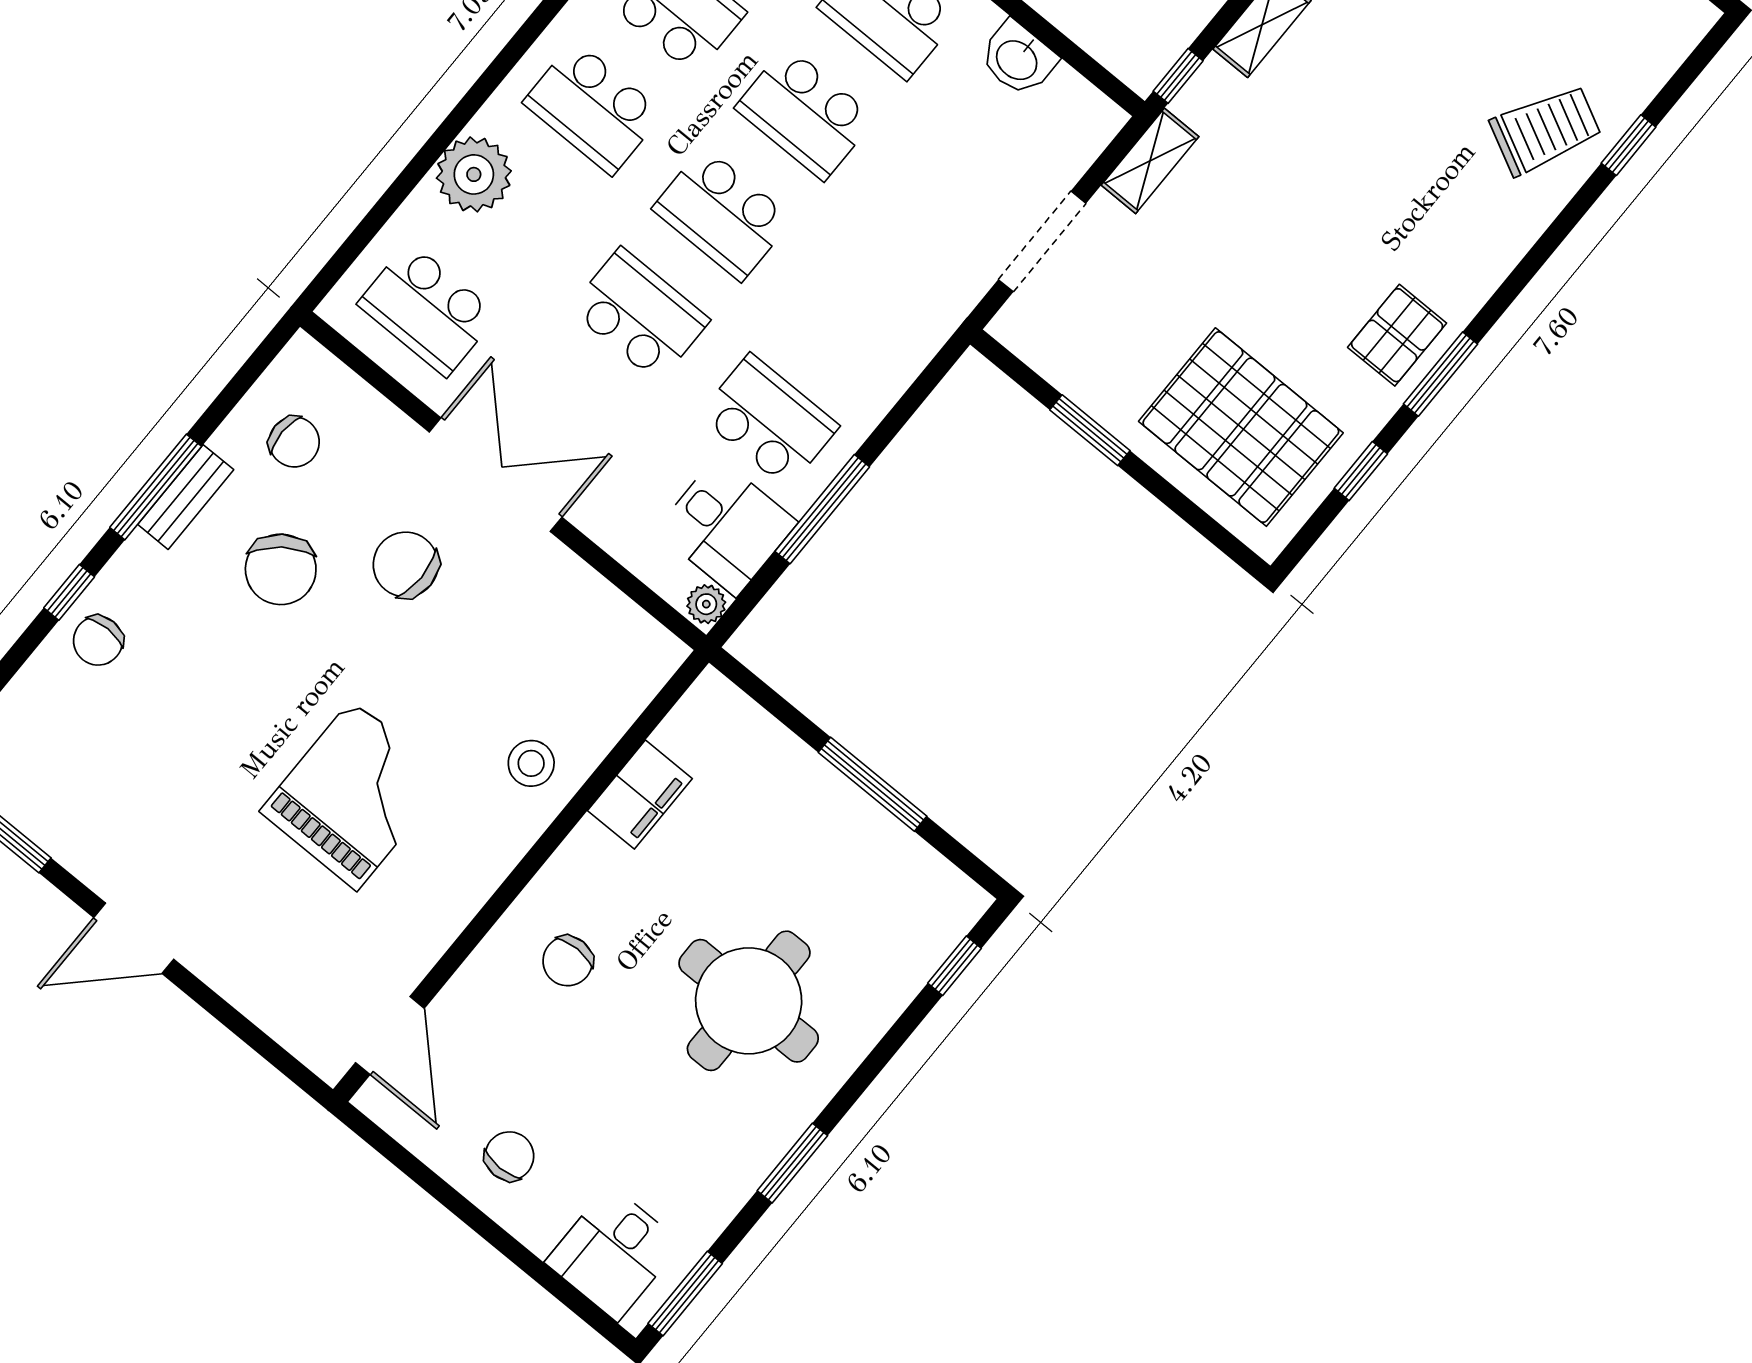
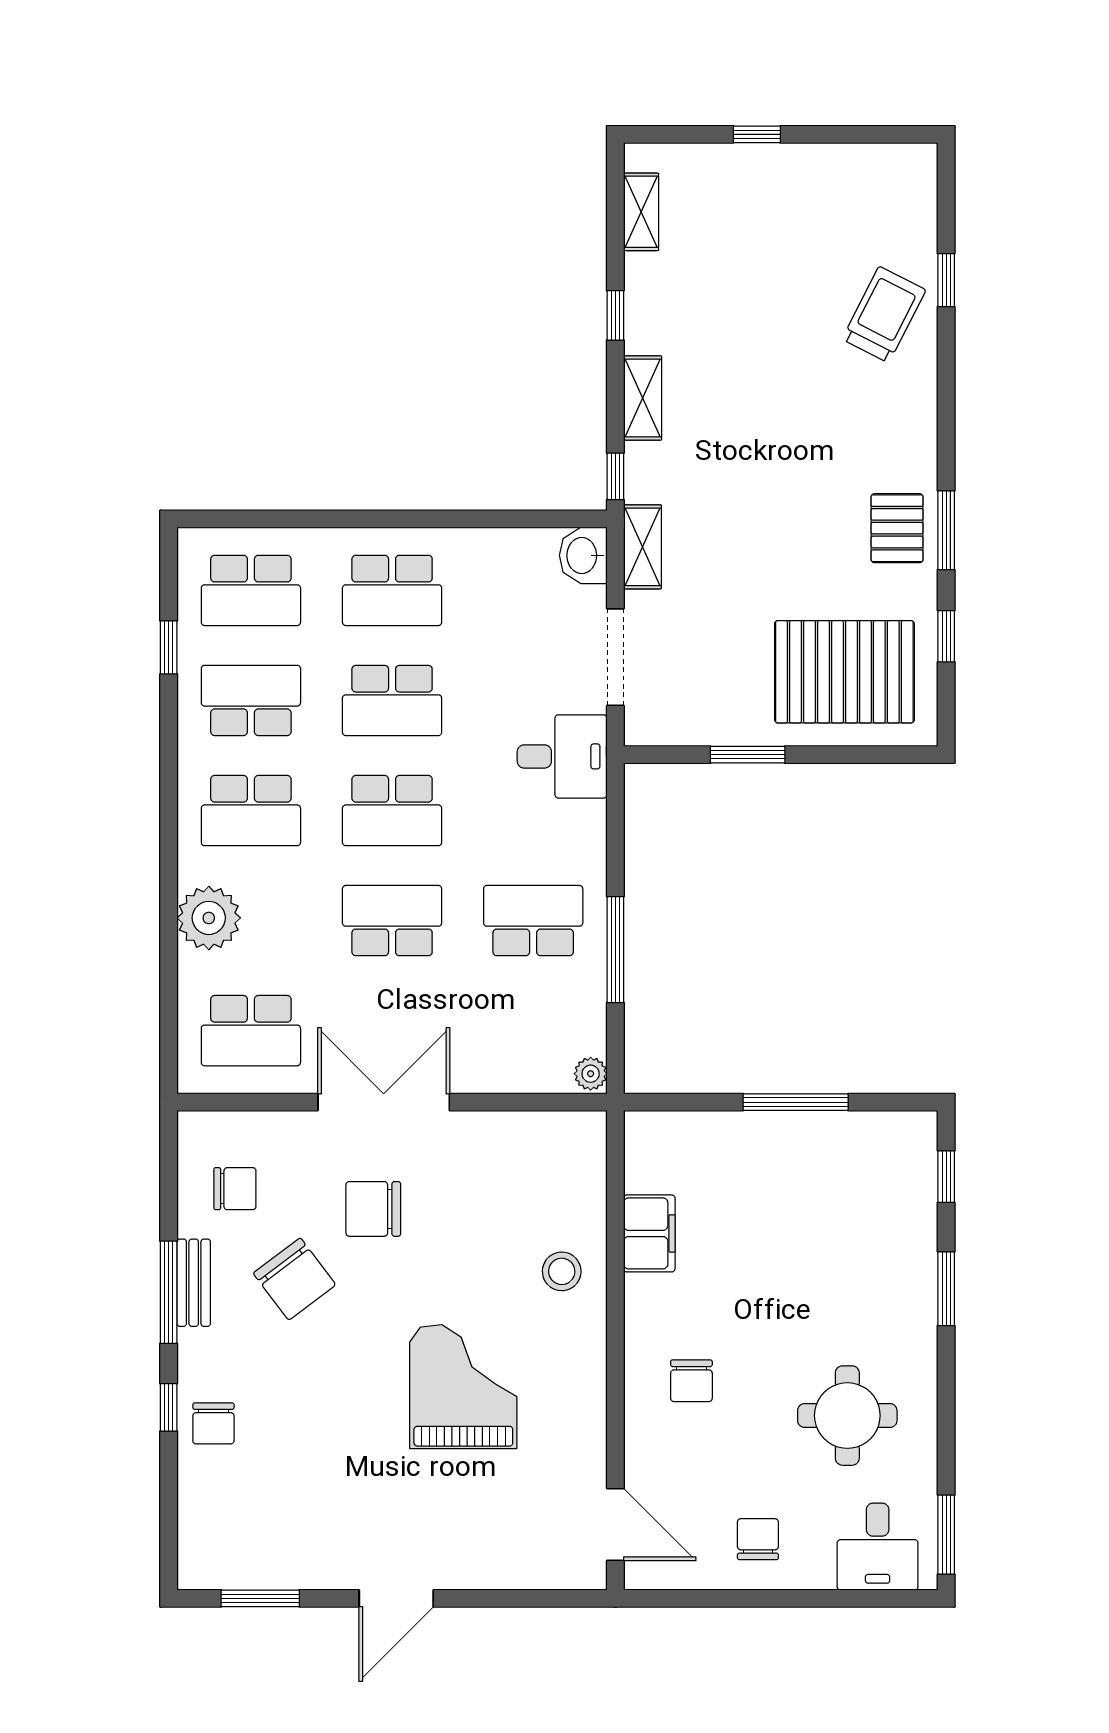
washbasin: (1018, 59) -> (583, 555), moved, turned 90
desk: (726, 526) -> (562, 756), moved
round table: (749, 1001) -> (847, 1416), moved, width x0.73, depth x0.73
window: (792, 1163) -> (946, 1289), moved

